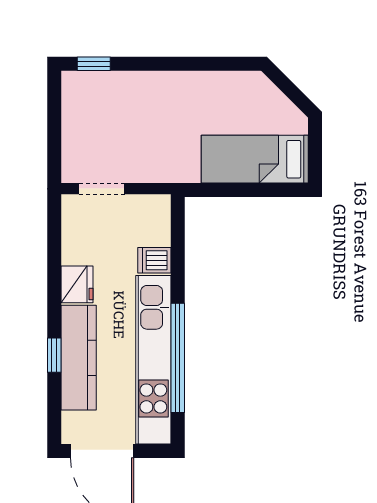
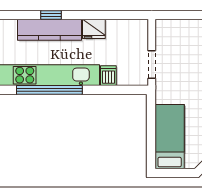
doorway: (102, 189) -> (152, 64), moved

